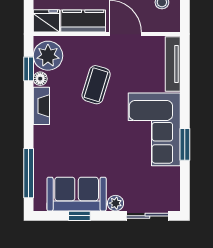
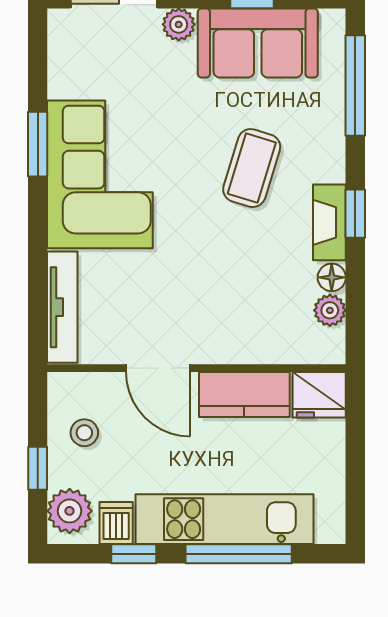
plant: (48, 56) -> (330, 310), width x0.53, depth x0.53
window: (29, 69) -> (355, 214), moved
coffee table: (96, 85) -> (252, 168), moved

